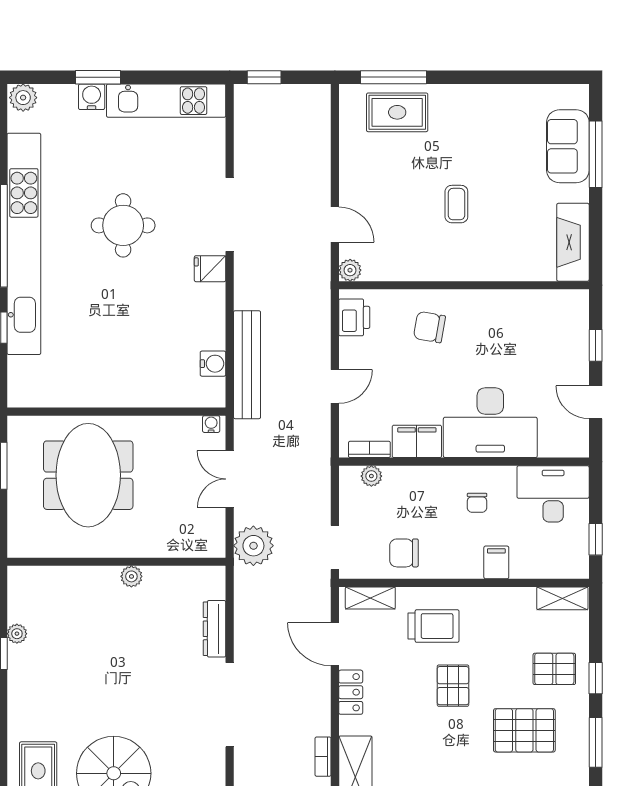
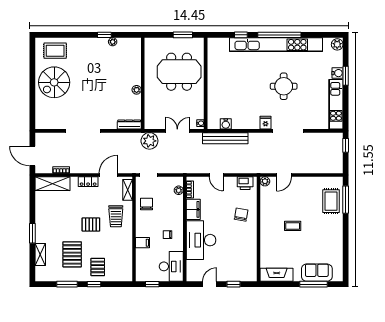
shelving: (562, 598) -> (127, 270), removed
dresser: (215, 629) -> (129, 125), moved

